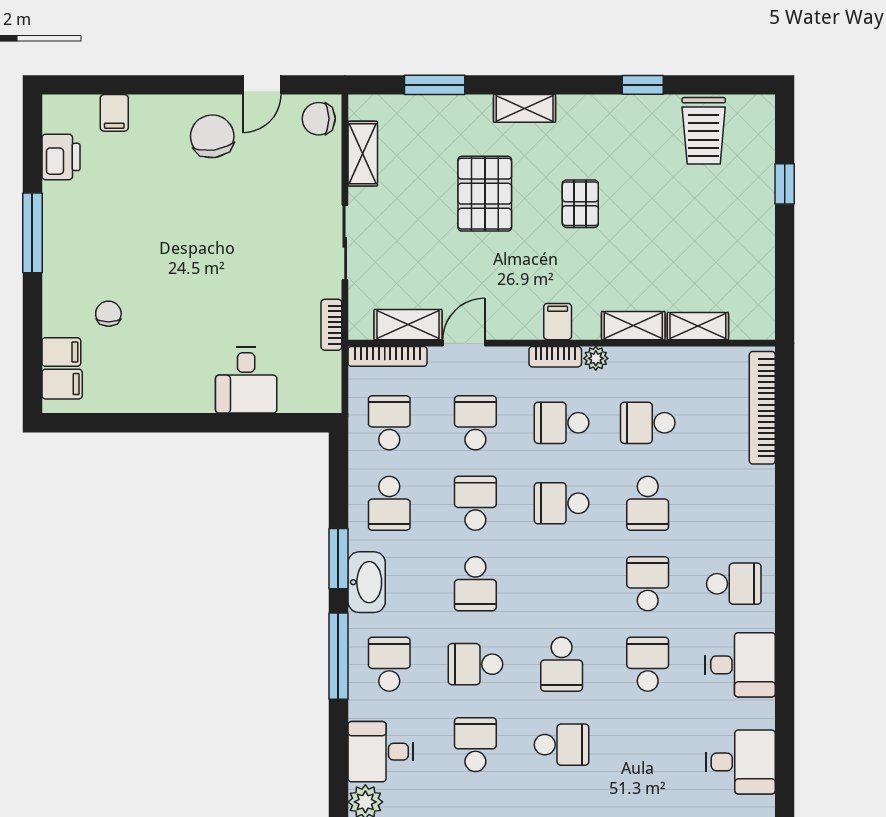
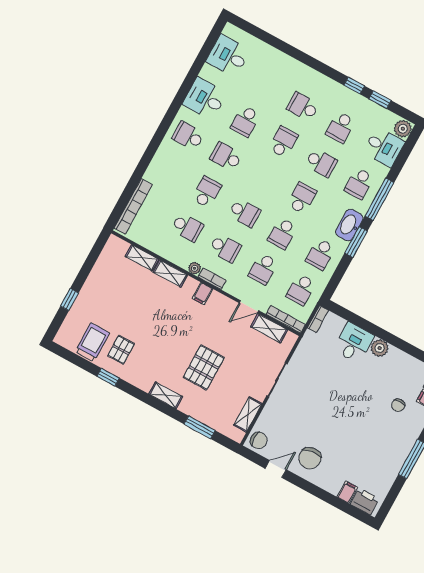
printer: (61, 157) -> (365, 501), moved, turned 90
pallet: (580, 204) -> (121, 350), moved
bookcase: (331, 325) -> (318, 319), moved
plant: (196, 396) -> (380, 348), added
school desk: (389, 503) -> (320, 254), turned 180
school desk: (648, 584) -> (226, 157), turned 90

